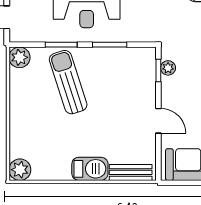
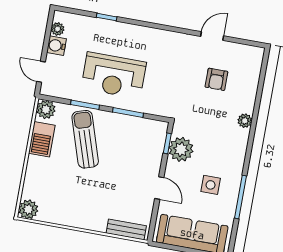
plant: (168, 68) -> (181, 149), width x1.87, depth x1.87
barbecue: (90, 169) -> (42, 139), moved, turned 90

